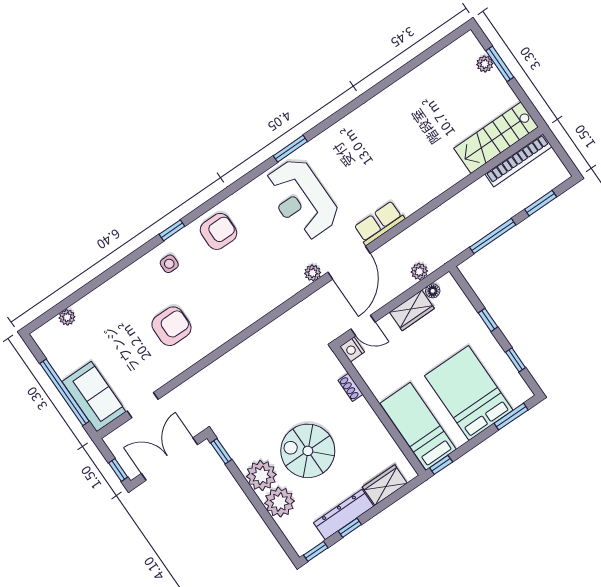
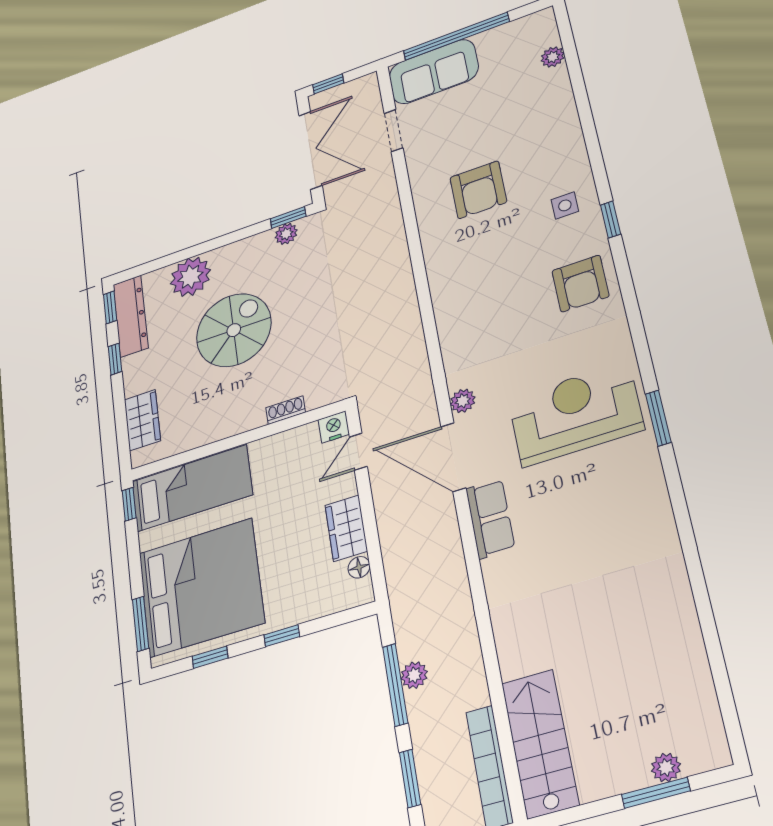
plant: (419, 272) -> (414, 675), moved
bed: (469, 393) -> (201, 588), width x1.36
plant: (261, 476) -> (286, 234), moved, width x0.53, depth x0.53
dresser: (344, 515) -> (131, 316), moved

